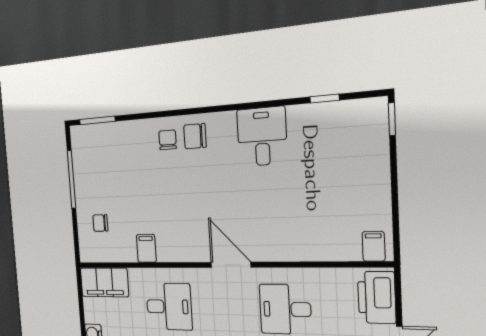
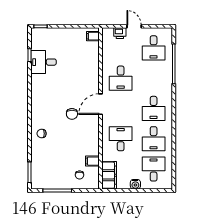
chair: (195, 136) -> (72, 114), moved
desk: (262, 137) -> (43, 62), moved
filing cabinet: (146, 248) -> (92, 161), moved
printer: (377, 297) -> (120, 33), width x0.53, depth x0.68

